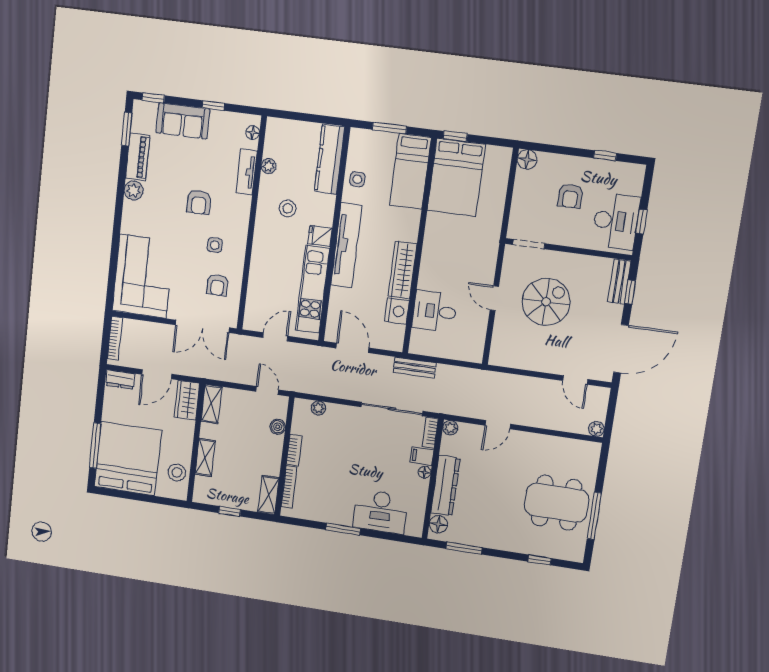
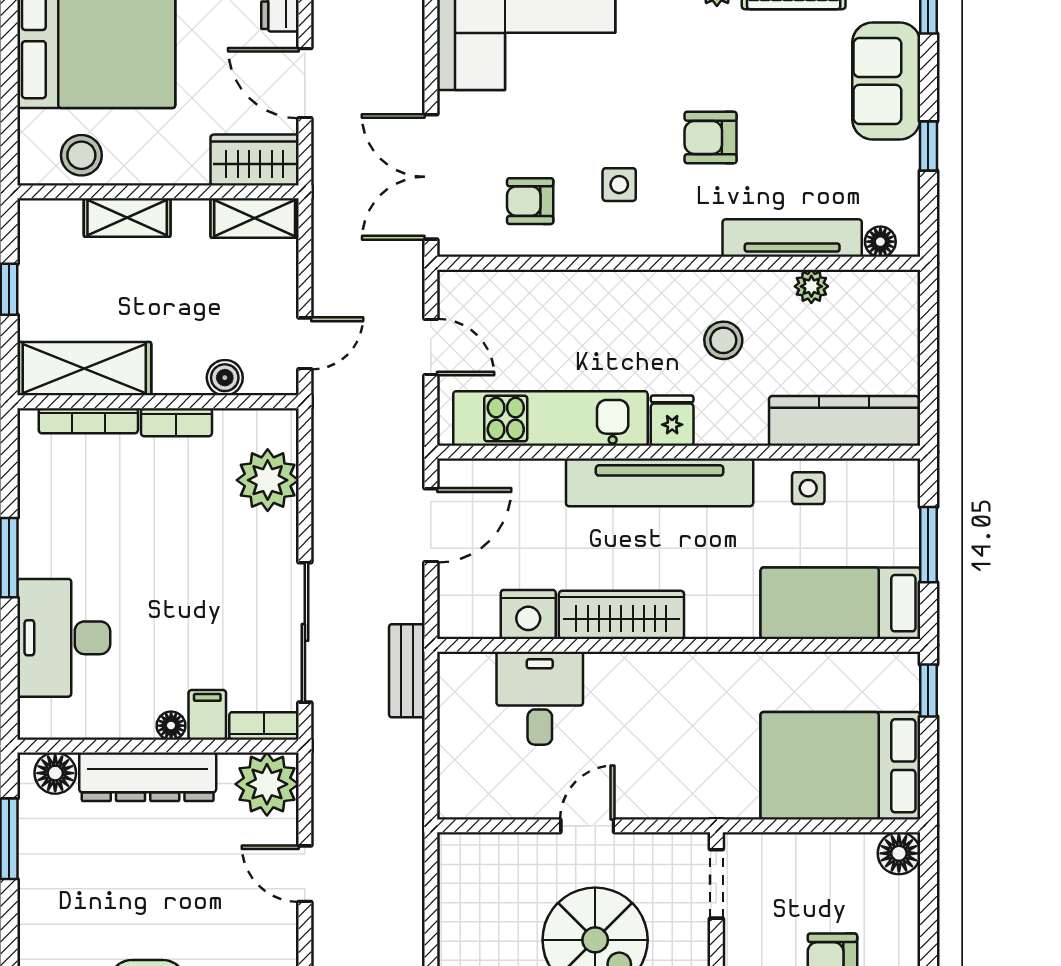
tv unit: (247, 172) -> (792, 238), width x1.41
bed: (456, 177) -> (840, 766), moved
plant: (318, 408) -> (268, 480), width x1.88, depth x1.88
plant: (450, 428) -> (267, 784), width x1.88, depth x1.88
shelving: (268, 495) -> (84, 369), width x1.50, depth x1.33

